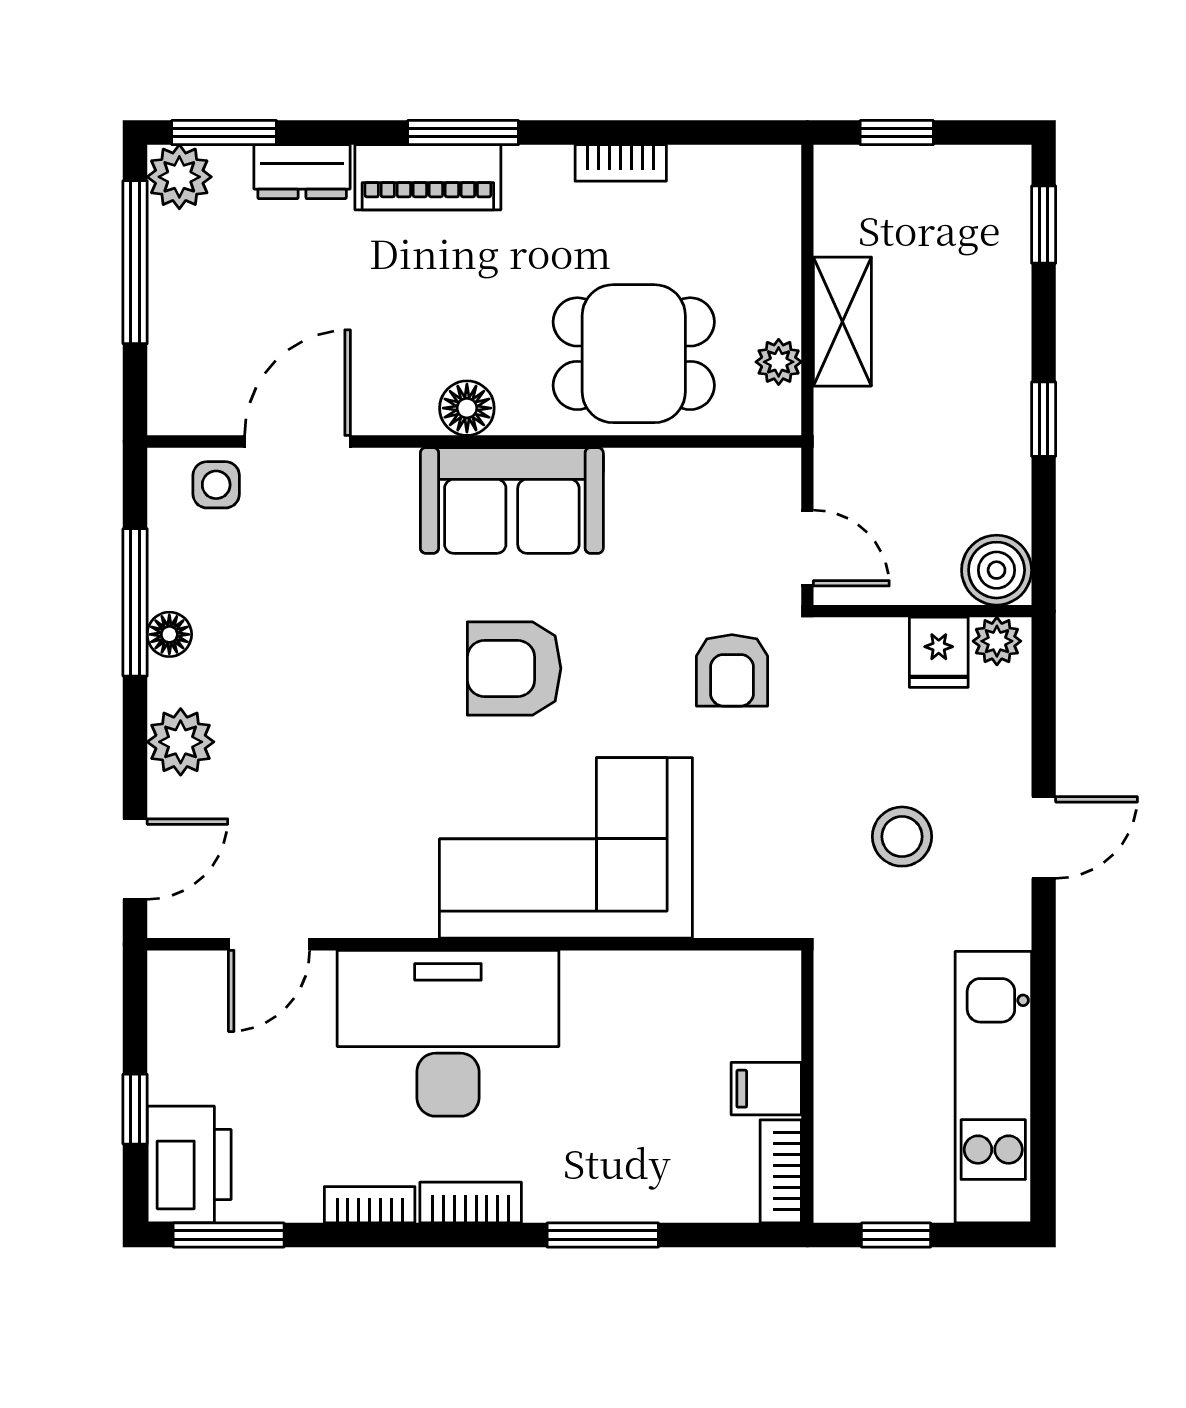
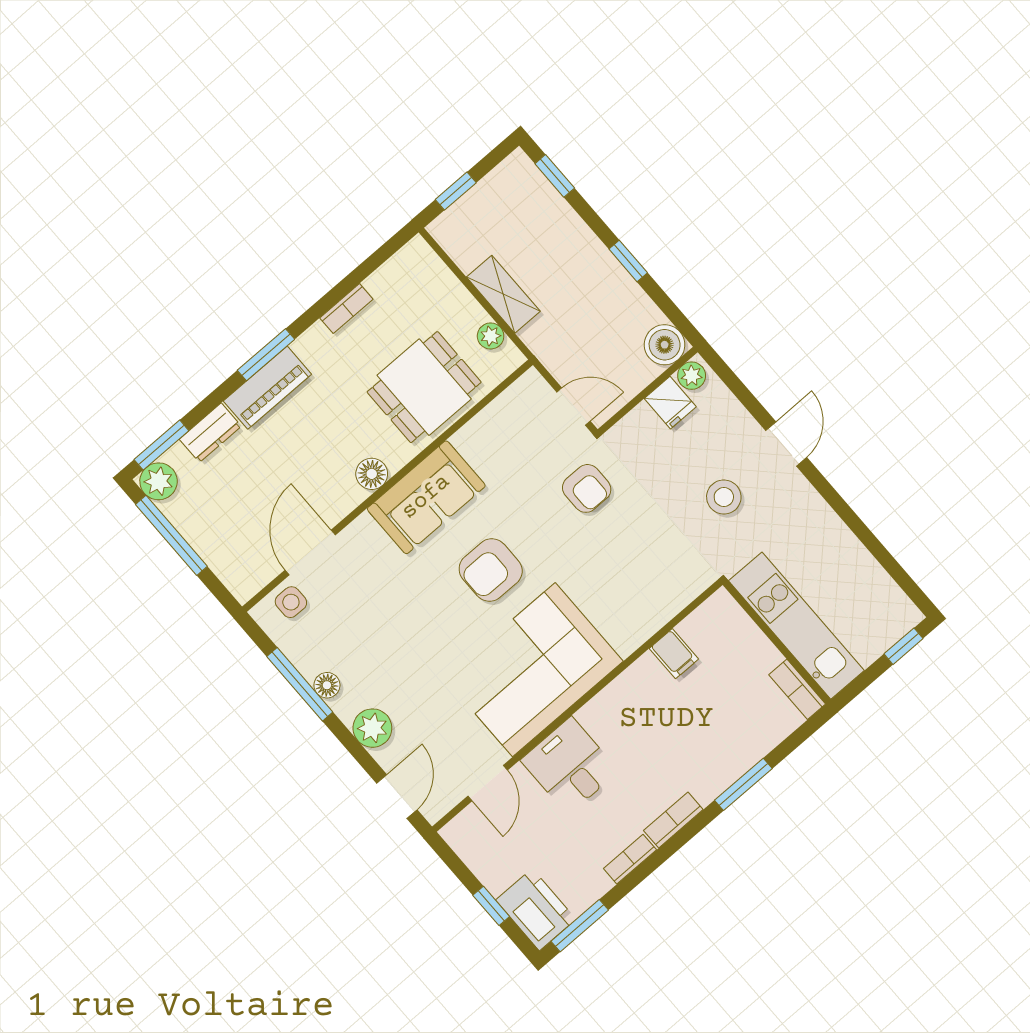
corner sofa: (566, 848) -> (534, 670), moved
desk: (448, 1033) -> (570, 766), width x0.53, depth x0.77
kitchen unit: (993, 1087) -> (796, 626), moved, turned 180
filing cabinet: (766, 1089) -> (674, 654), moved, turned -90
window: (896, 1235) -> (903, 646), moved

